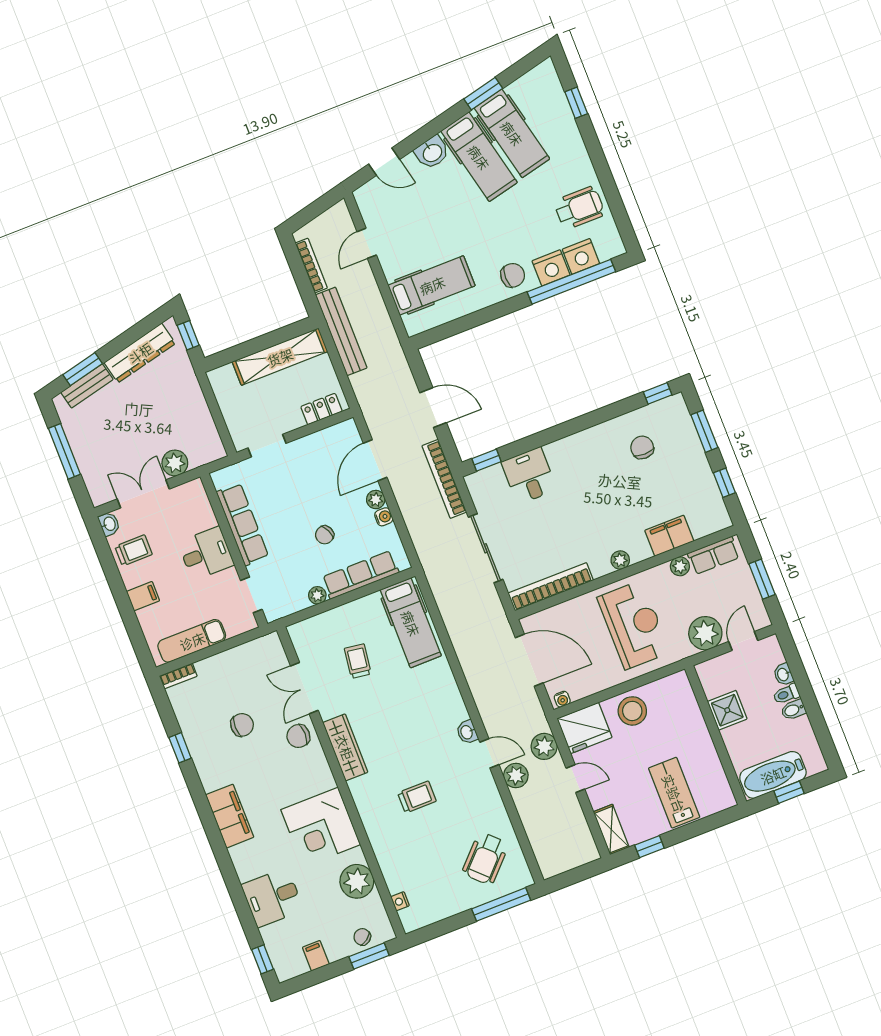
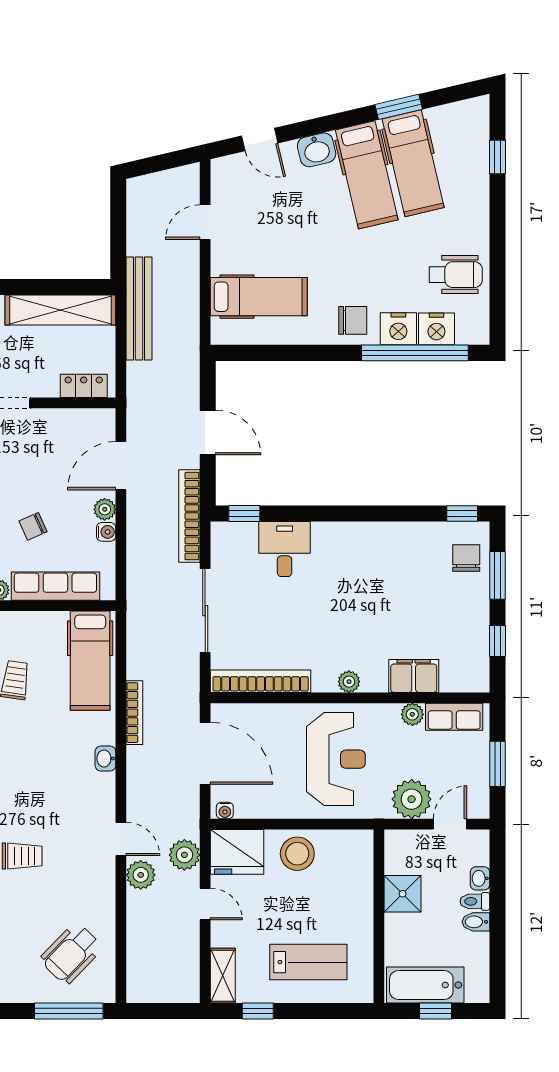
bookcase: (311, 266) -> (134, 713), moved
chair: (642, 447) -> (466, 558), moved
washbasin: (467, 732) -> (105, 758), moved
lab bench: (674, 793) -> (308, 962), turned 90

